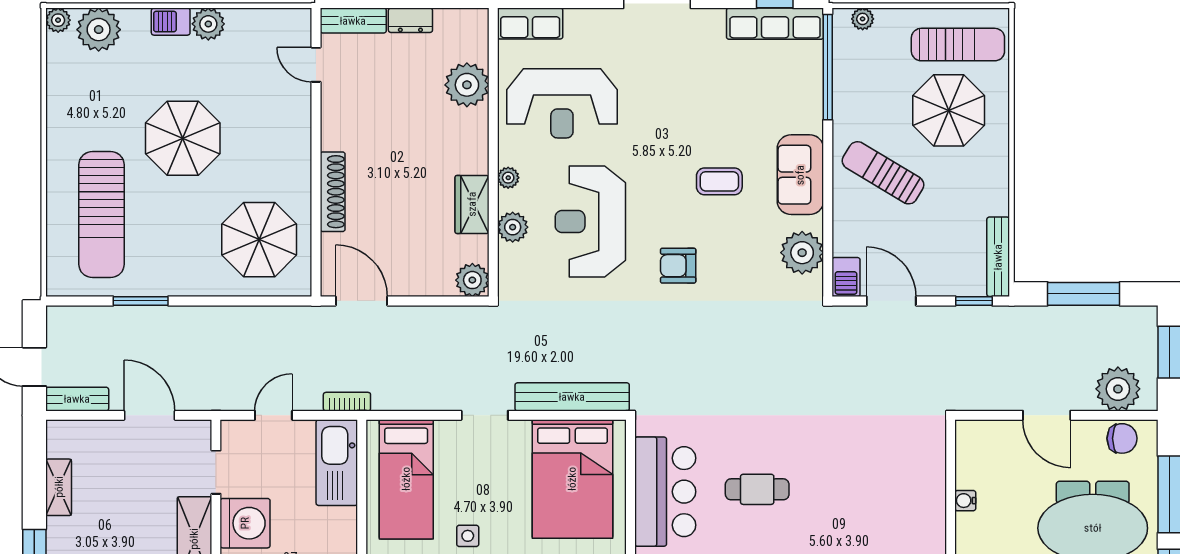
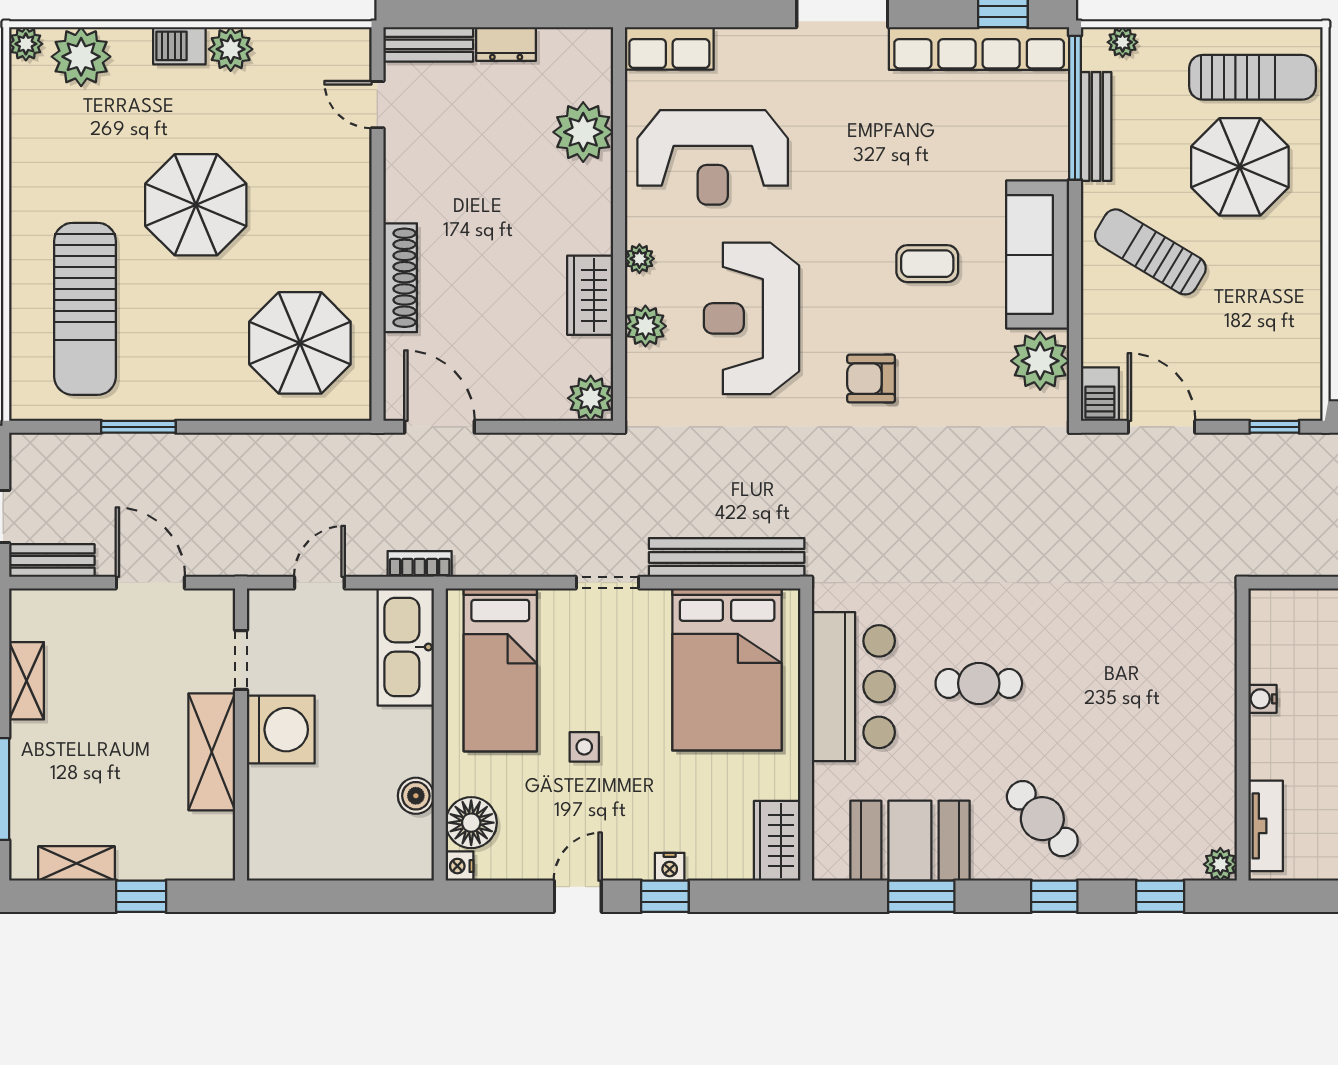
row of seats: (775, 24) -> (979, 49), width x1.36
sofa: (800, 175) -> (1038, 255), width x1.36
bench: (998, 257) -> (1096, 126), moved

